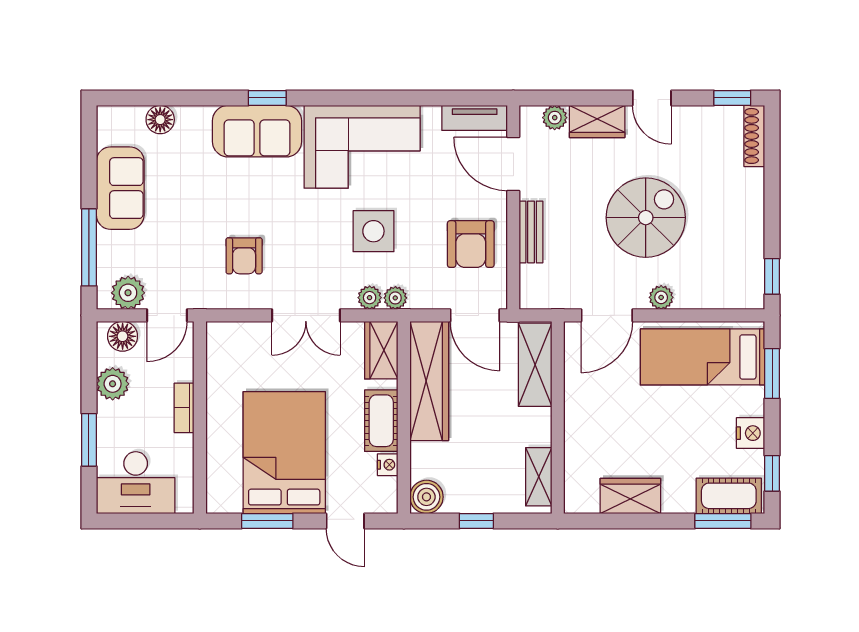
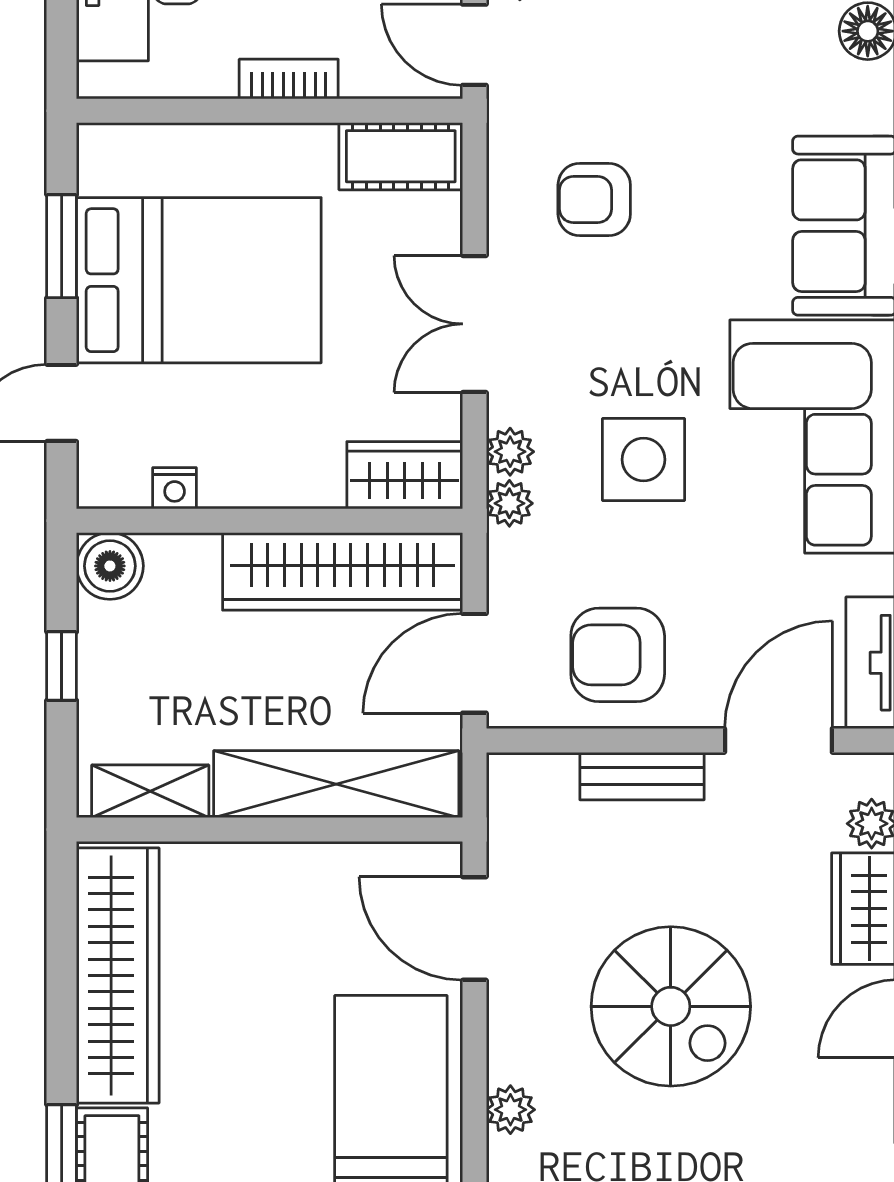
plant: (661, 297) -> (510, 1110), moved
shelving: (535, 365) -> (336, 784), width x1.47
cot: (381, 421) -> (401, 156), moved
wardrobe: (630, 496) -> (118, 975), width x2.10, depth x1.17

